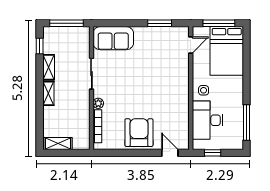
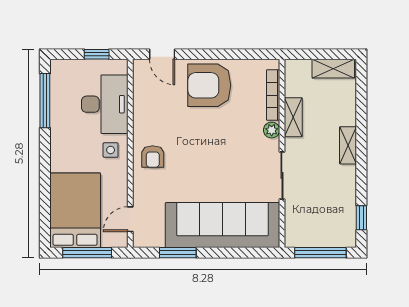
sofa: (113, 38) -> (223, 225), width x1.85, depth x1.27
shelving: (49, 67) -> (293, 117), moved
armchair: (176, 86) -> (153, 157), added
armchair: (139, 133) -> (209, 85), turned 90

